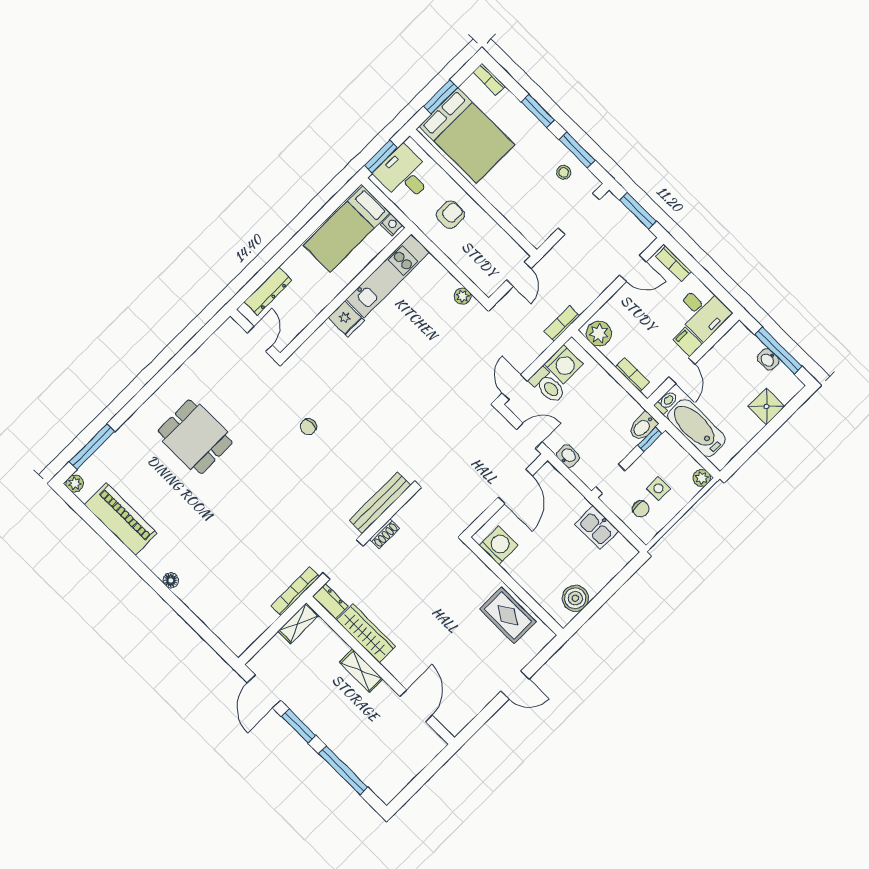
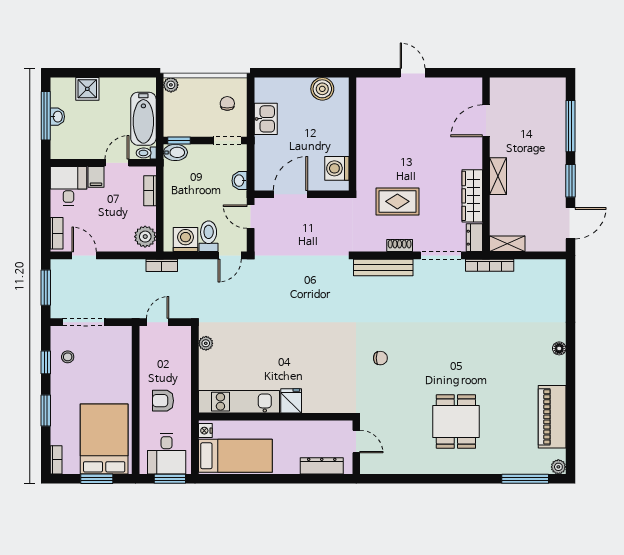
window: (577, 150) -> (46, 362), width x0.67
door: (260, 339) -> (356, 442), swing flipped
side table: (658, 488) -> (204, 105), removed
rug: (508, 615) -> (397, 201), moved, turned 90

